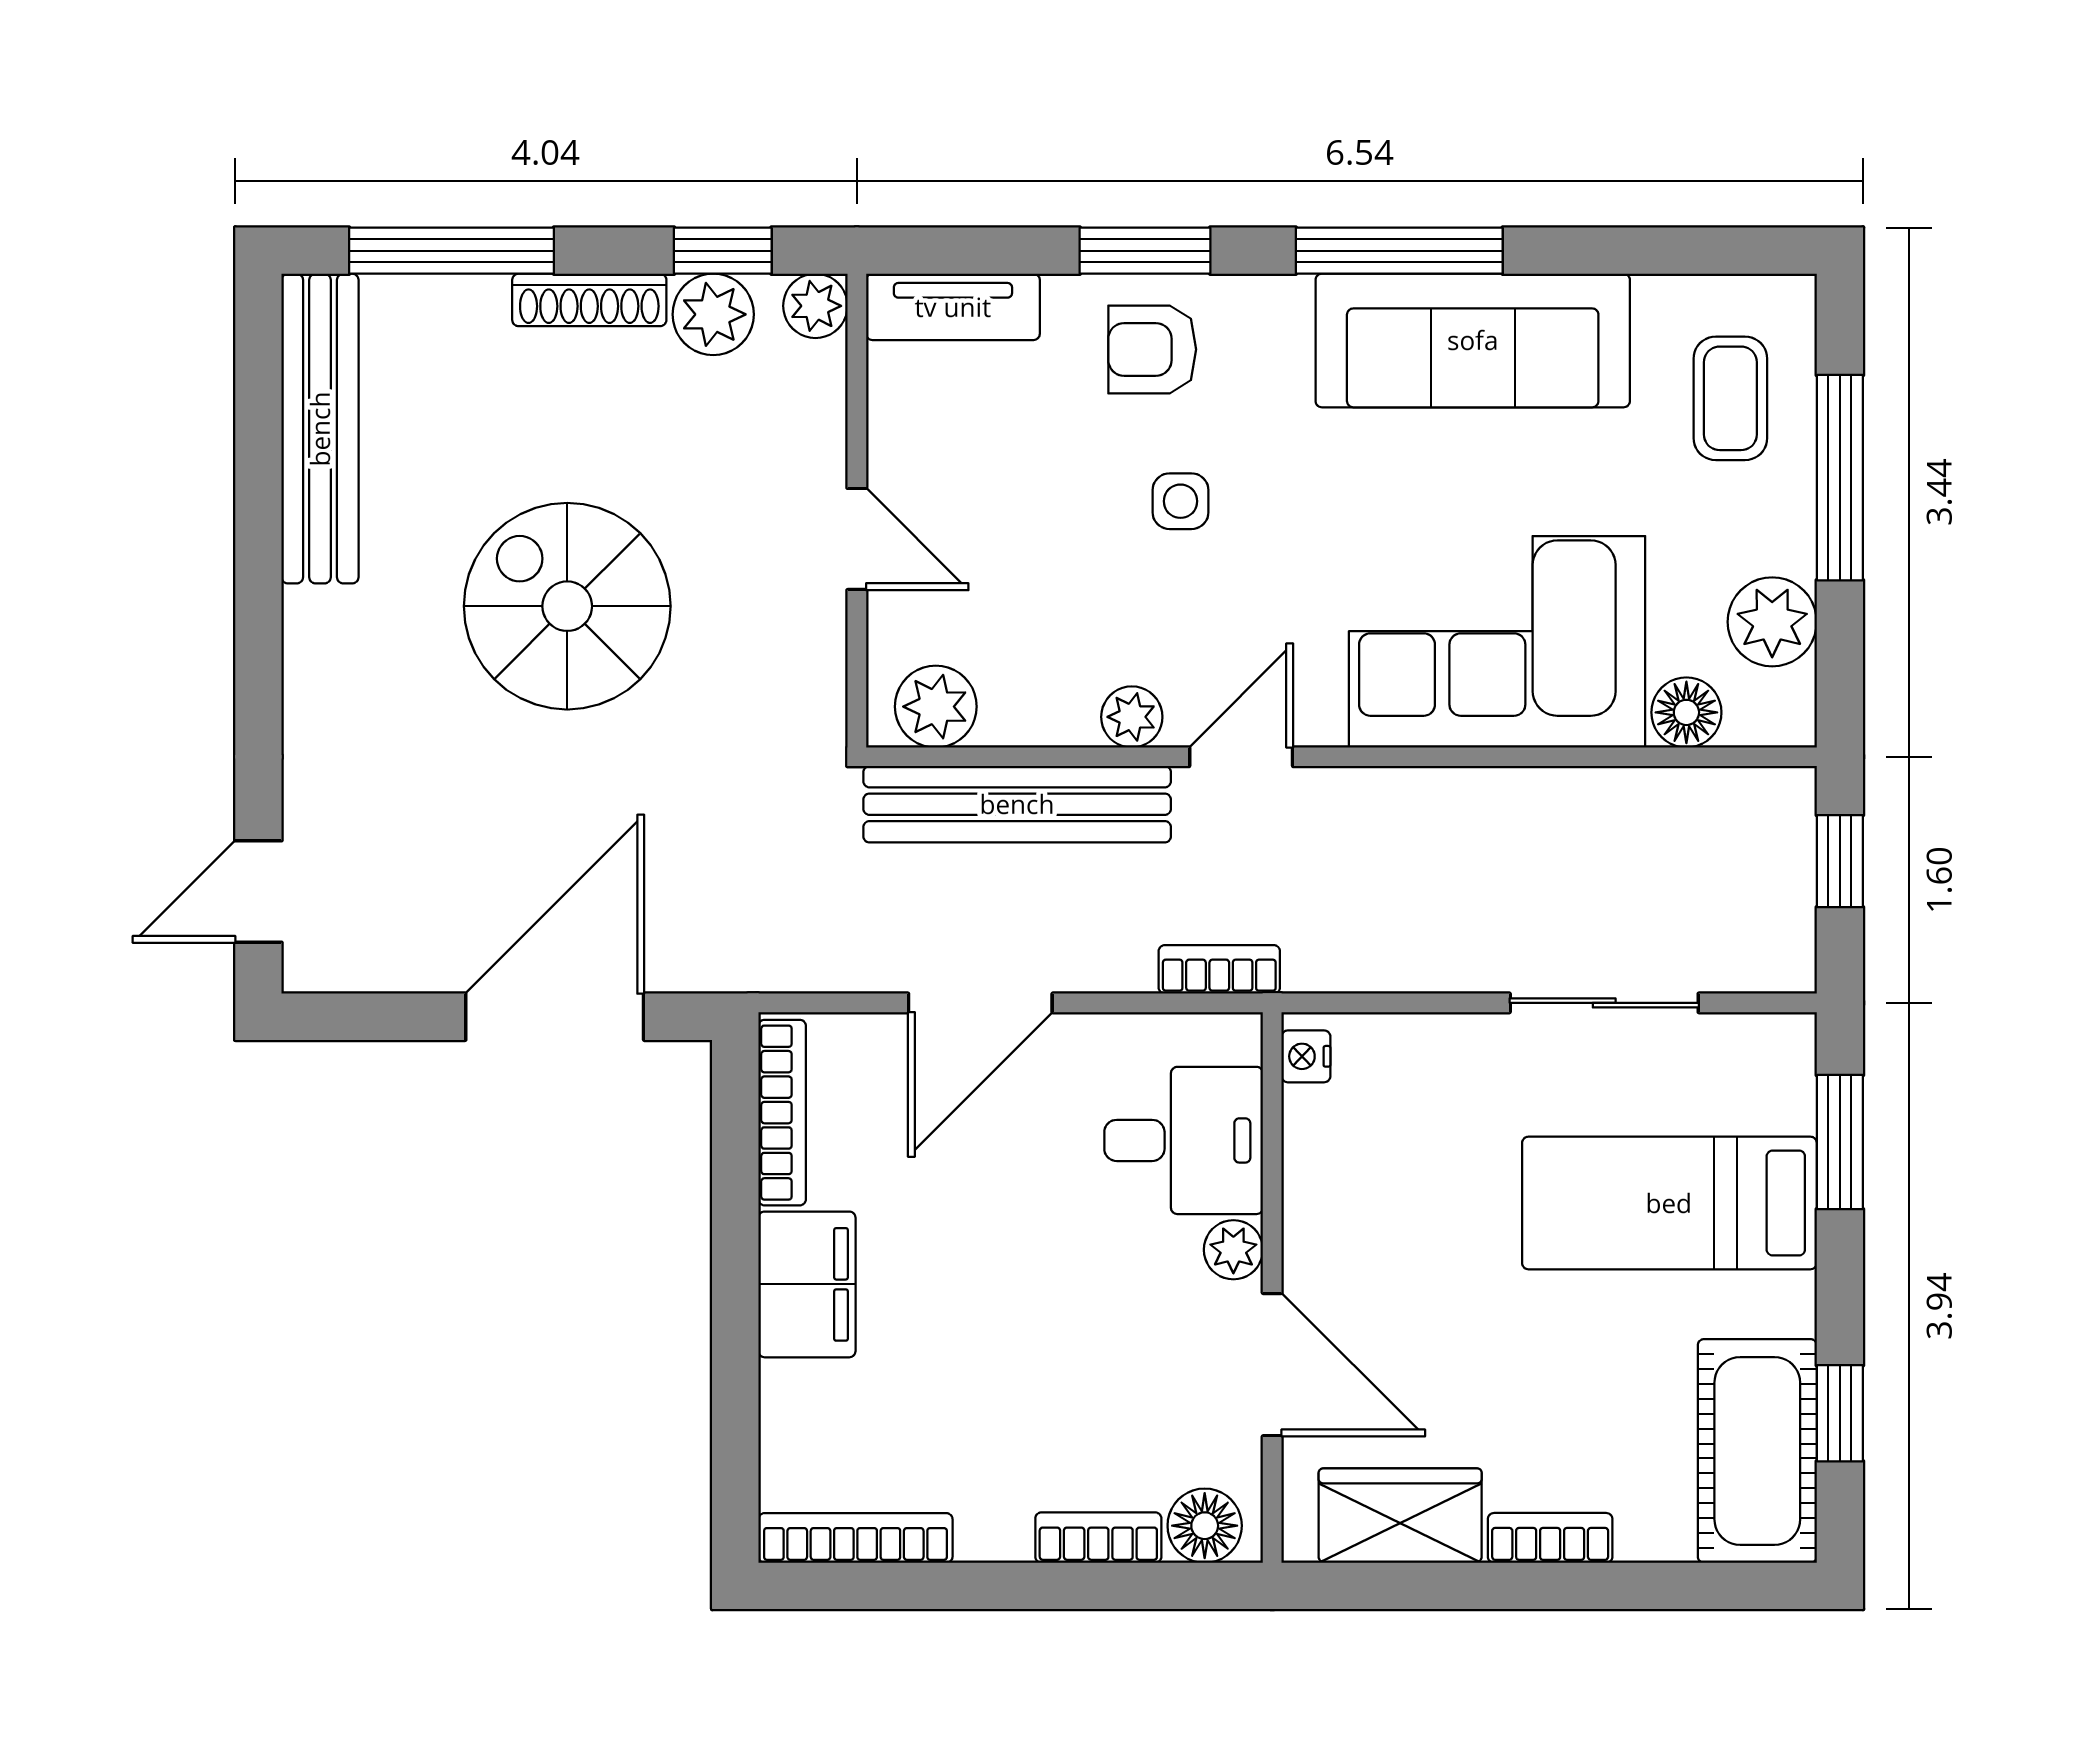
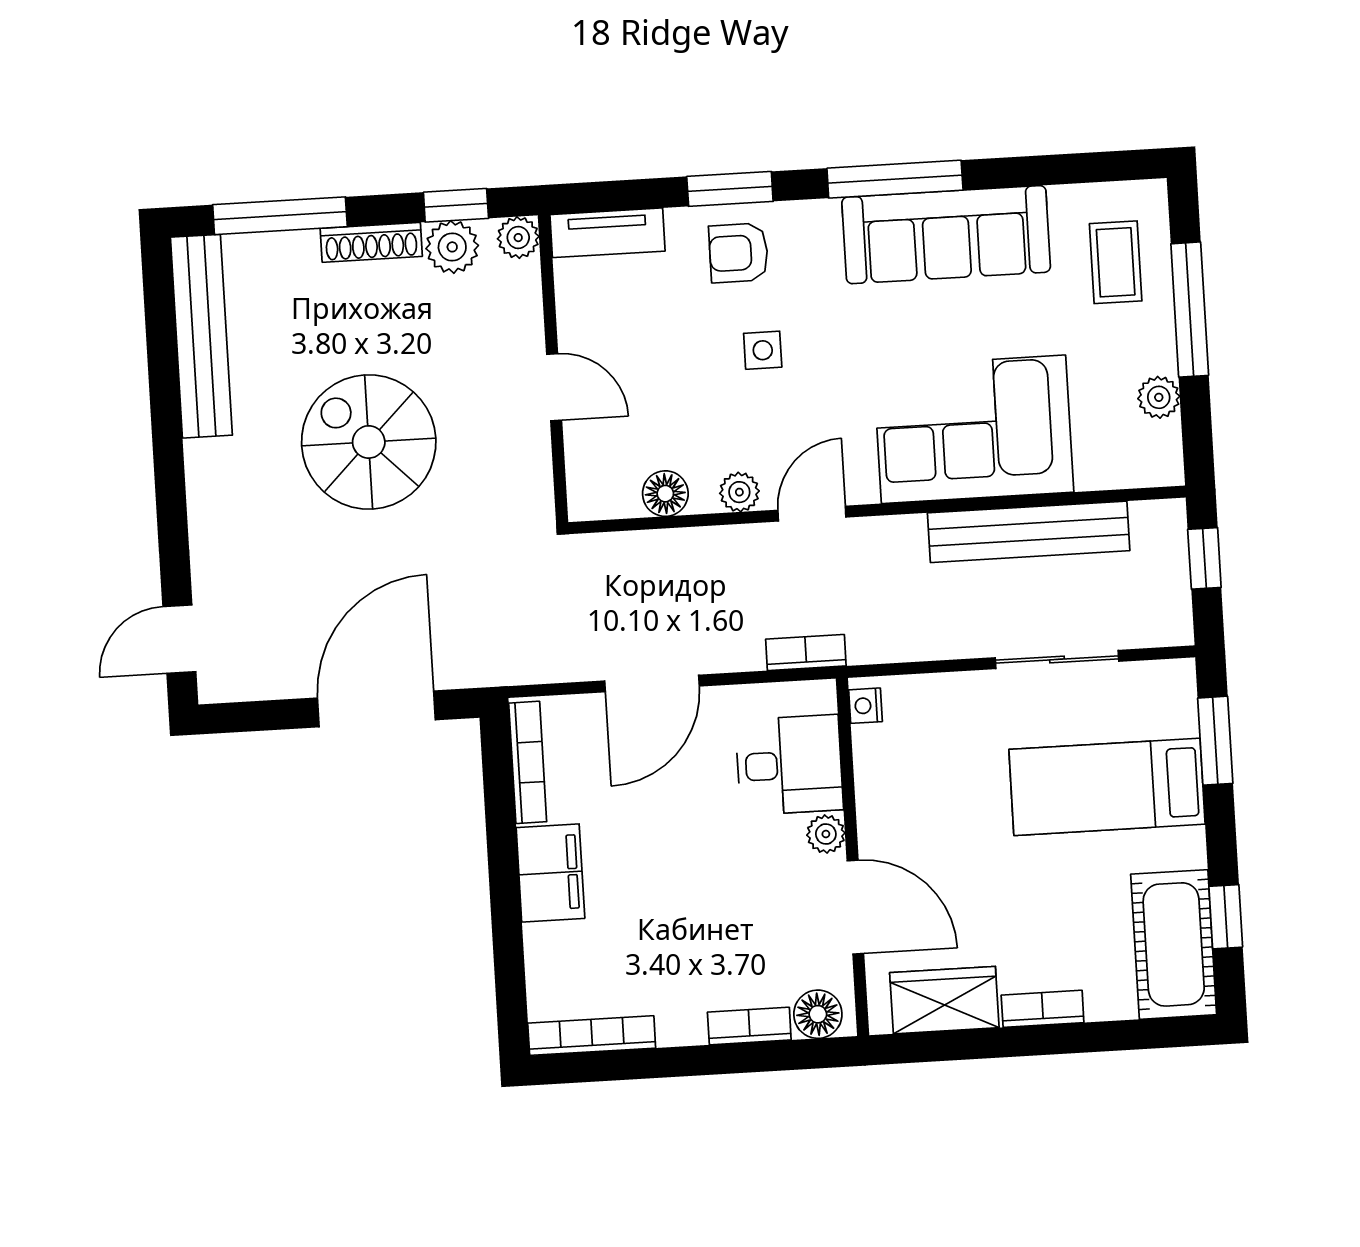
plant: (1772, 622) -> (1159, 397), width x0.73, depth x0.73
plant: (936, 707) -> (612, 493), removed
floor lamp: (1686, 712) -> (665, 494), moved
bench: (1017, 804) -> (1029, 532), moved

